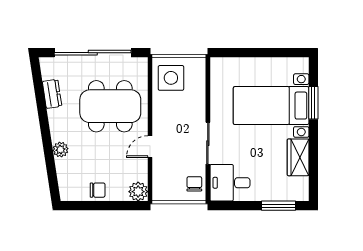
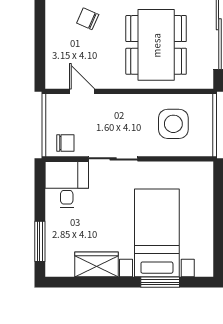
side table: (171, 78) -> (173, 124), moved
door: (150, 147) -> (82, 91), moved
chair: (98, 190) -> (88, 19), moved, turned 114
plant: (138, 192) -> (56, 77), removed

